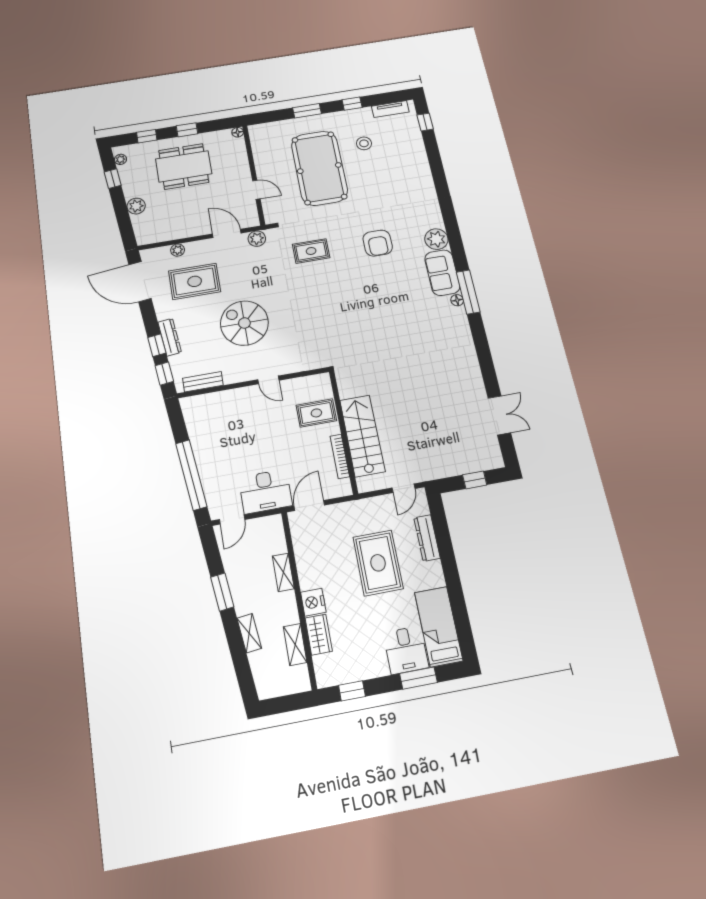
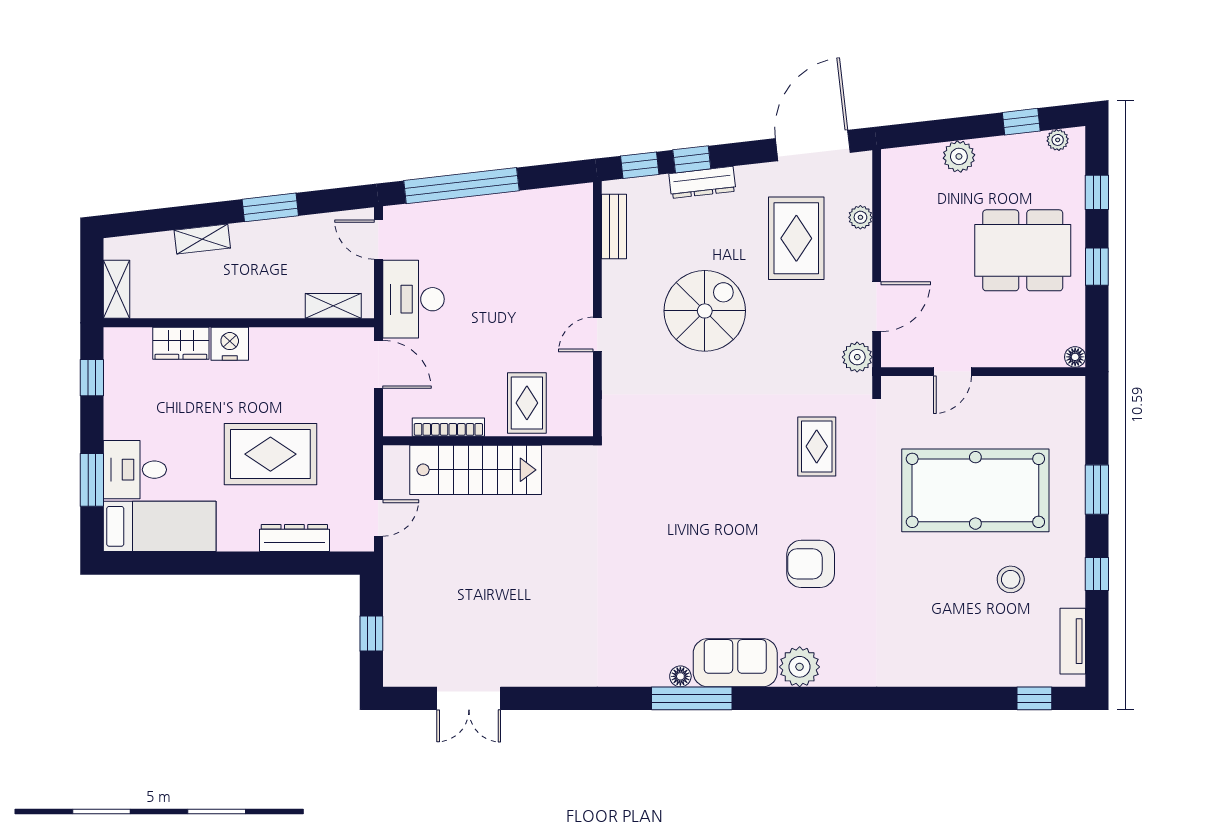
dining table: (184, 166) -> (1023, 250), turned 90
door: (404, 488) -> (378, 518), swing flipped
shelving: (283, 572) -> (333, 306), moved
shelving: (295, 645) -> (117, 289), moved, turned 90

